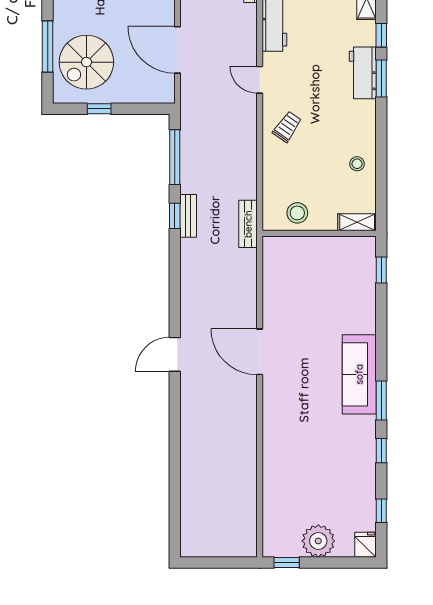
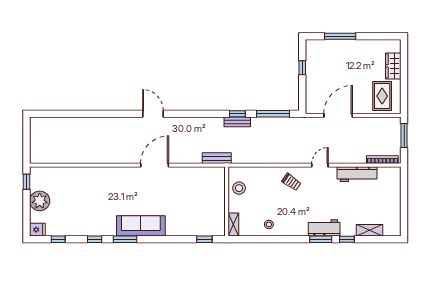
spiral stairs: (86, 62) -> (331, 60), removed
bench: (248, 224) -> (217, 158), moved

